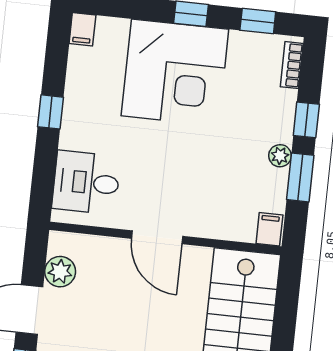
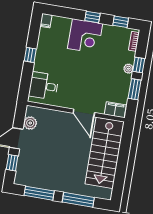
corner desk: (175, 73) -> (85, 36), width x0.74, depth x0.74
plant: (280, 156) -> (128, 69), moved
filing cabinet: (269, 229) -> (115, 110), width x2.00
door: (157, 237) -> (84, 113), moved

